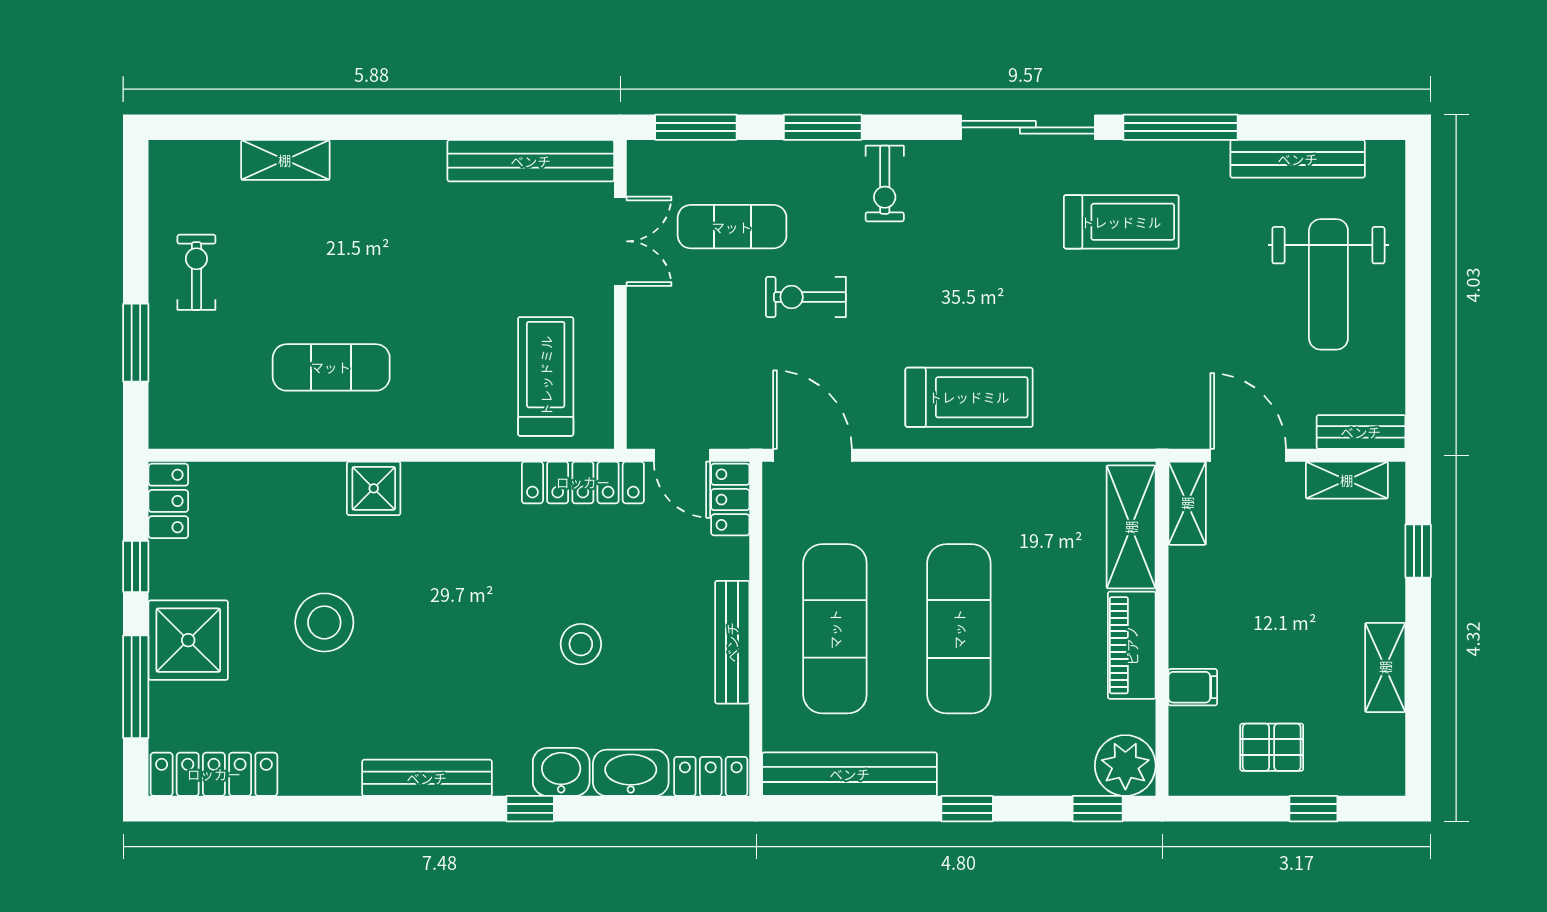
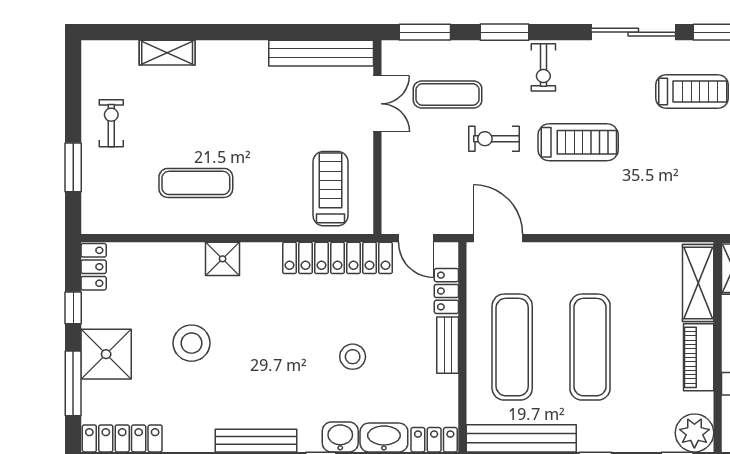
treadmill: (969, 397) -> (578, 142), moved
locker: (583, 482) -> (337, 258), width x1.41, depth x1.21
locker: (730, 500) -> (446, 291), moved
bench: (732, 642) -> (448, 345), width x0.73

